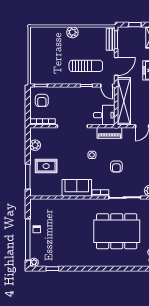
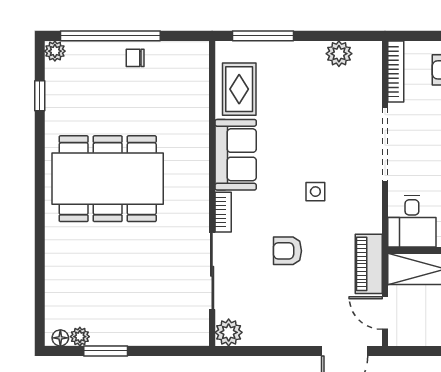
piano: (109, 133) -> (369, 264), moved
rug: (46, 166) -> (239, 89), moved
dining table: (117, 231) -> (108, 179), moved, turned 90

